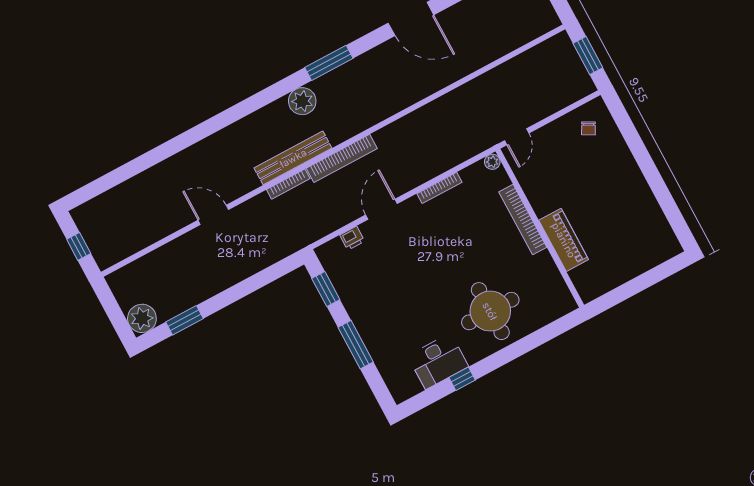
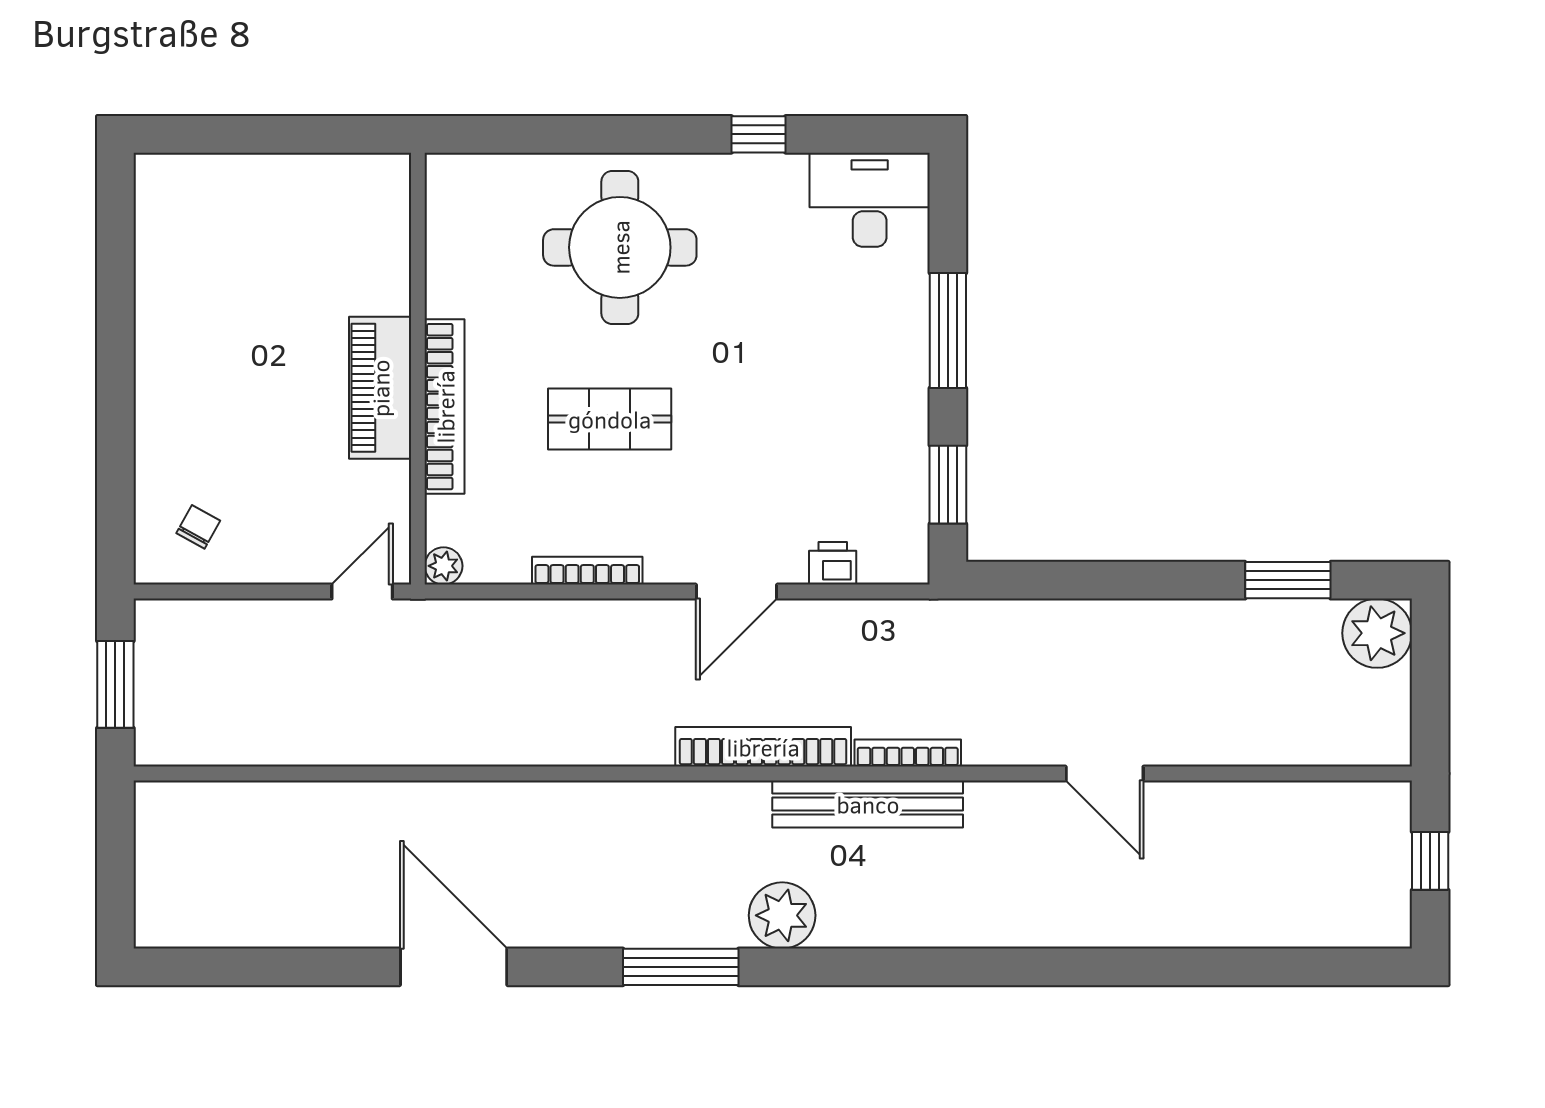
piano: (564, 240) -> (380, 388), moved
shop shelf: (461, 247) -> (610, 419), added
desk: (438, 361) -> (870, 200), moved

